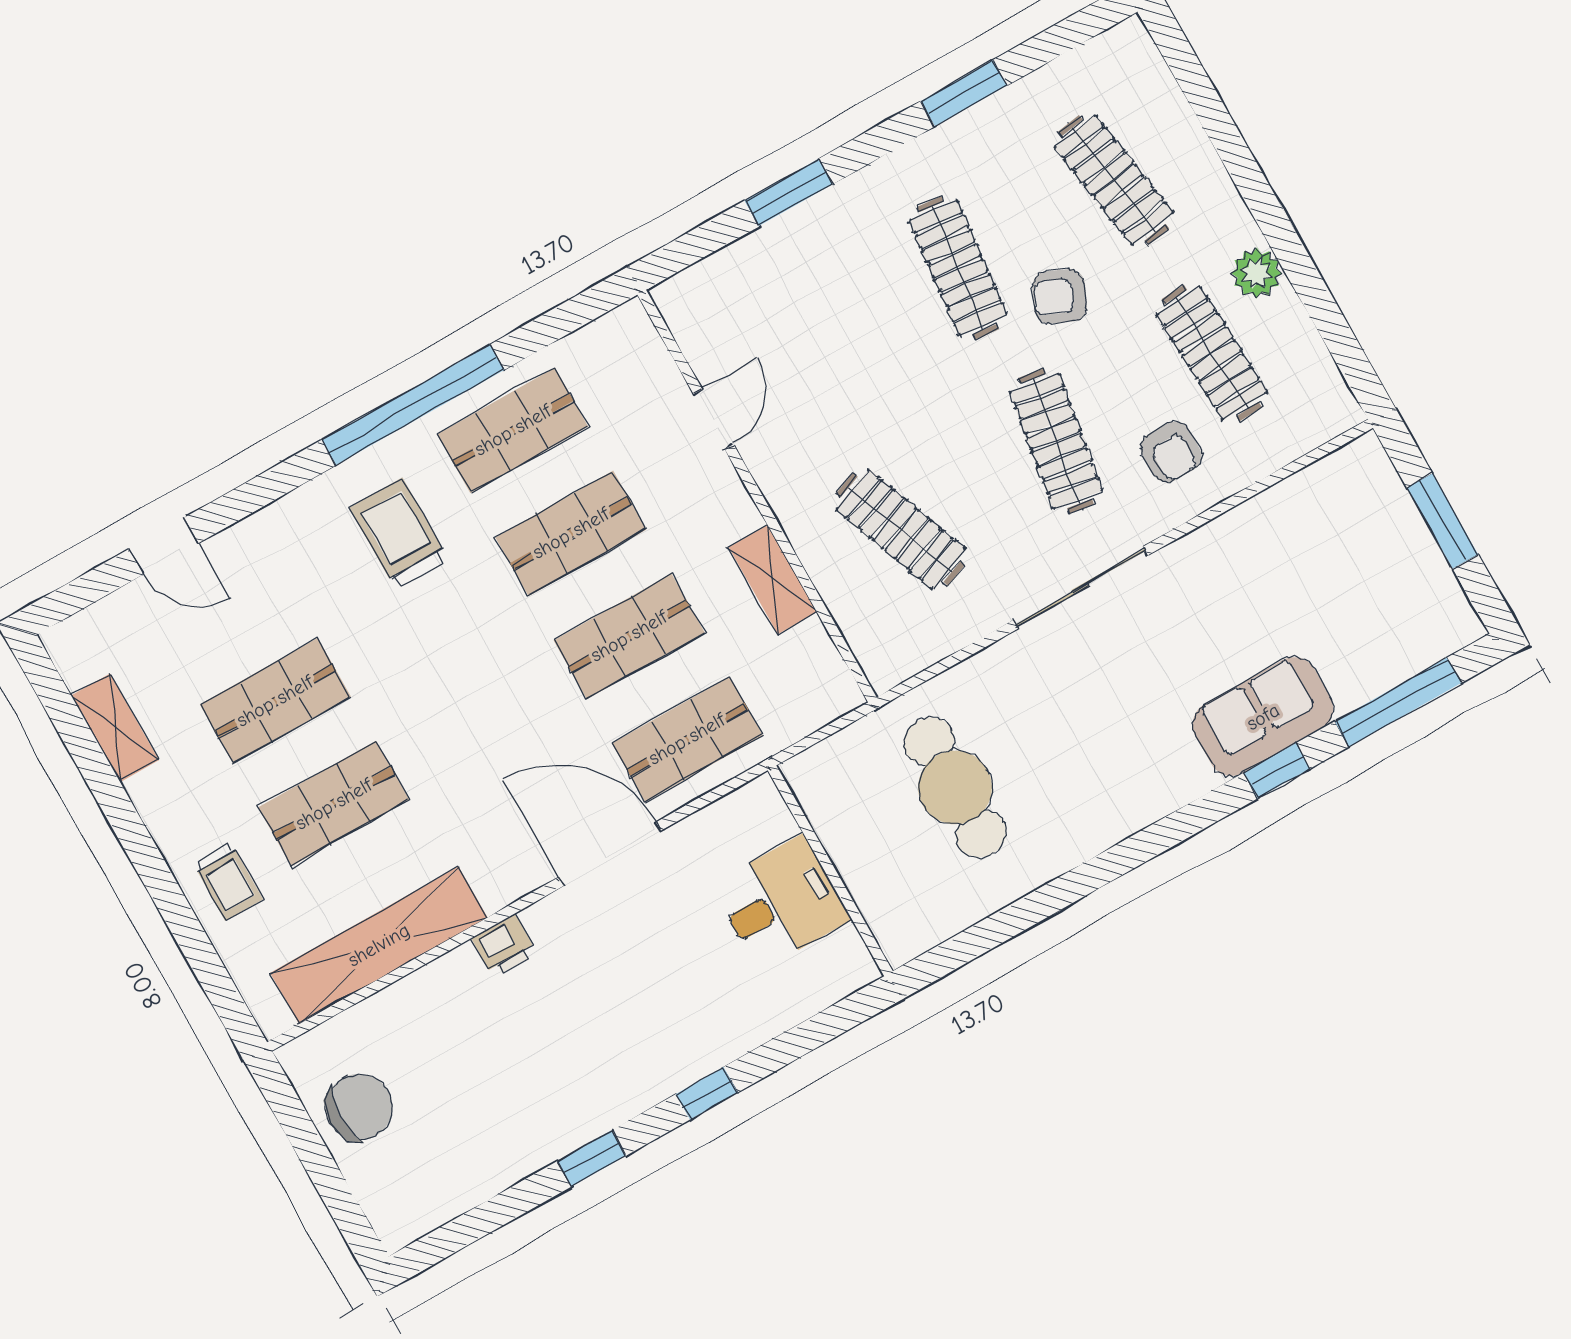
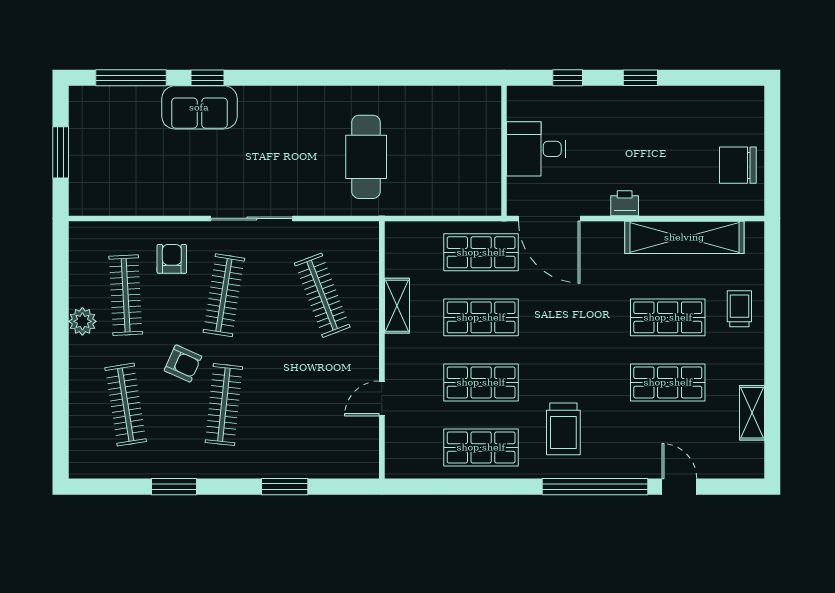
window: (413, 405) -> (595, 487), moved
wall: (830, 871) -> (504, 151), moved
desk: (781, 903) -> (536, 149), moved

